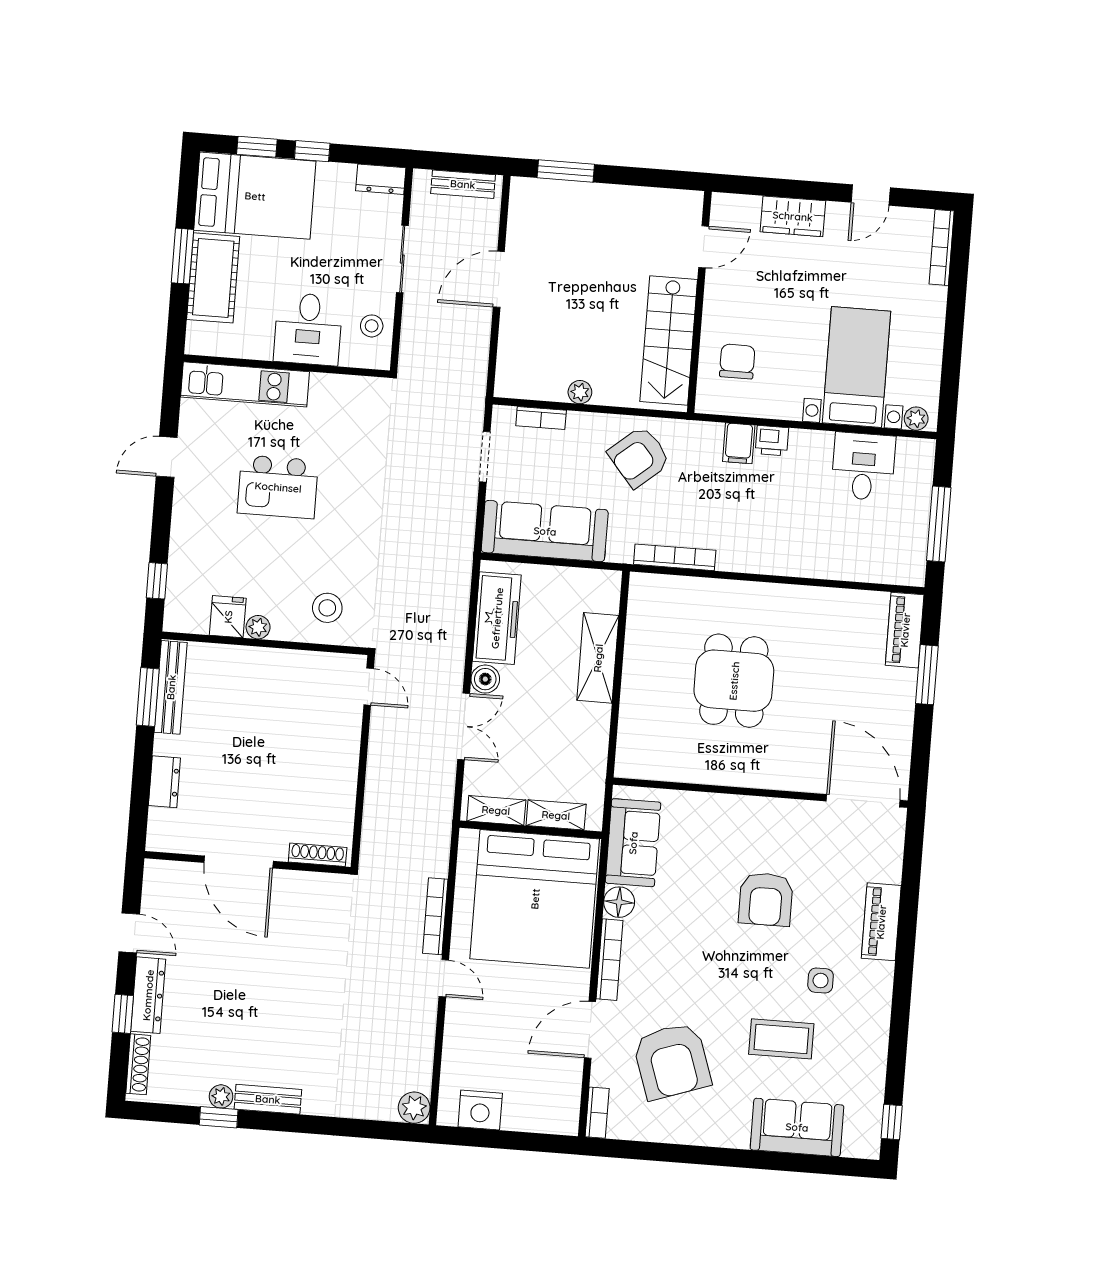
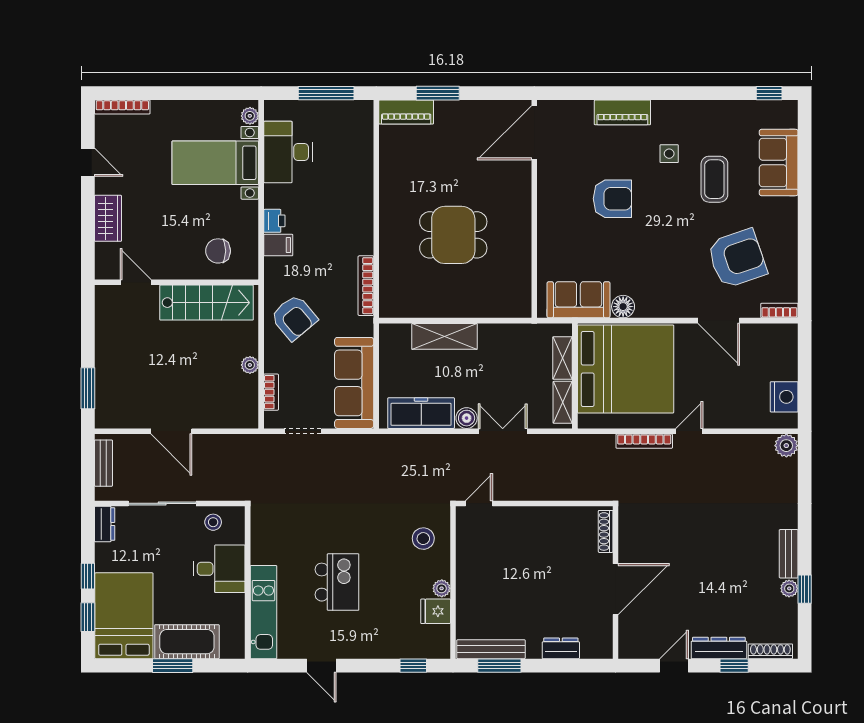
sliding door: (402, 259) -> (162, 503), width x1.37
desk: (863, 466) -> (288, 152), width x1.37
bookcase: (609, 960) -> (666, 310), removed

